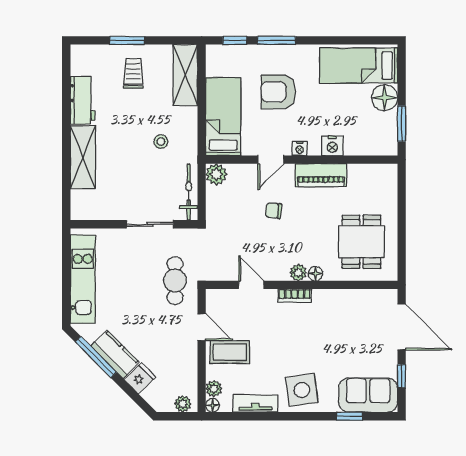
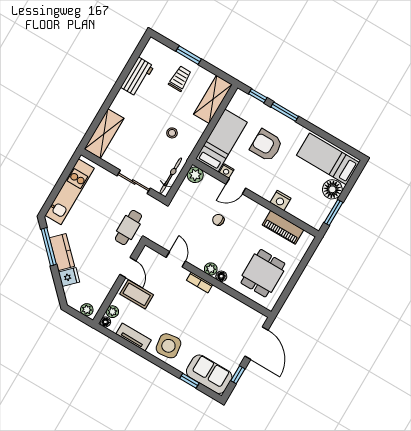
nightstand: (300, 148) -> (227, 171), moved
shelving: (83, 157) -> (104, 134), moved
piano: (321, 175) -> (283, 227), moved

